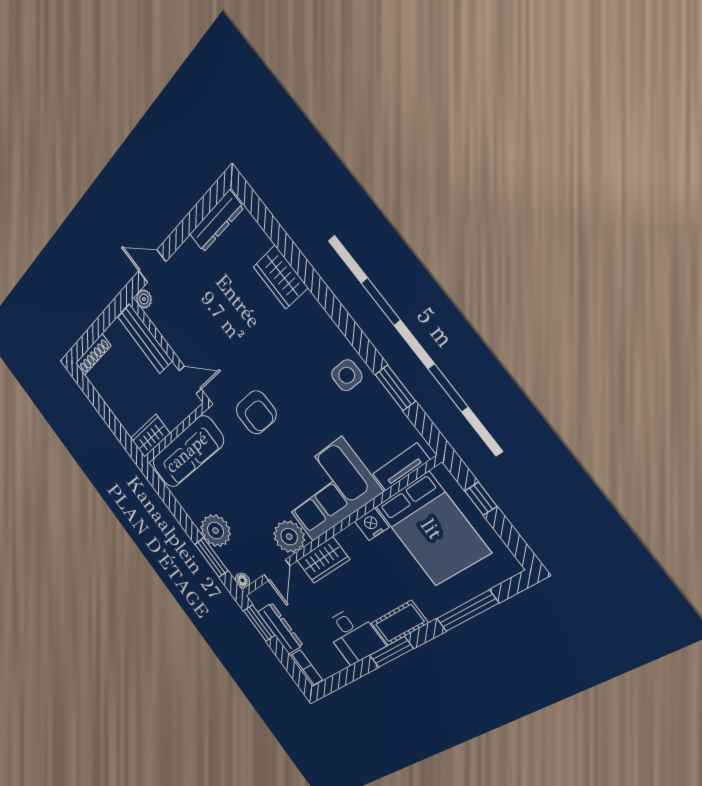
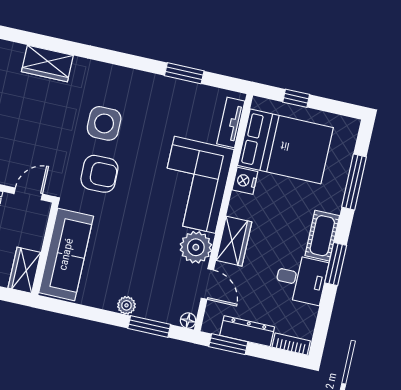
side table: (347, 375) -> (104, 123), moved, width x1.37, depth x1.37
plant: (215, 531) -> (126, 305), width x0.53, depth x0.53

